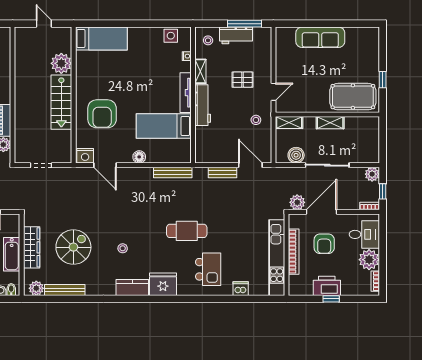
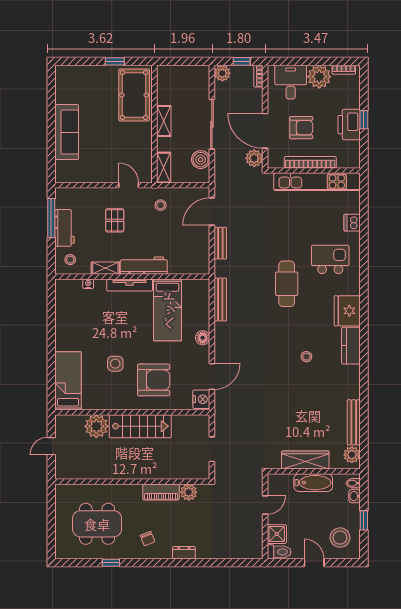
side table: (171, 36) -> (115, 364), moved
spiral stairs: (73, 247) -> (305, 412), removed

